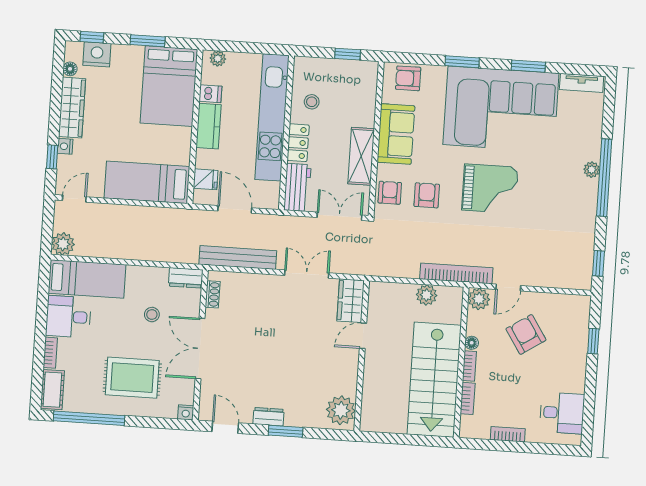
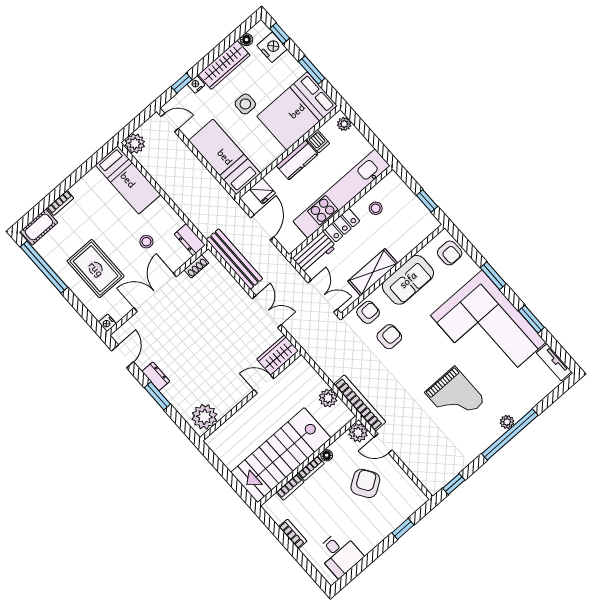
armchair: (408, 78) -> (450, 253), turned 180
side table: (121, 122) -> (245, 104), added
grand piano: (490, 189) -> (455, 396), moved
desk: (68, 317) -> (94, 192), removed

